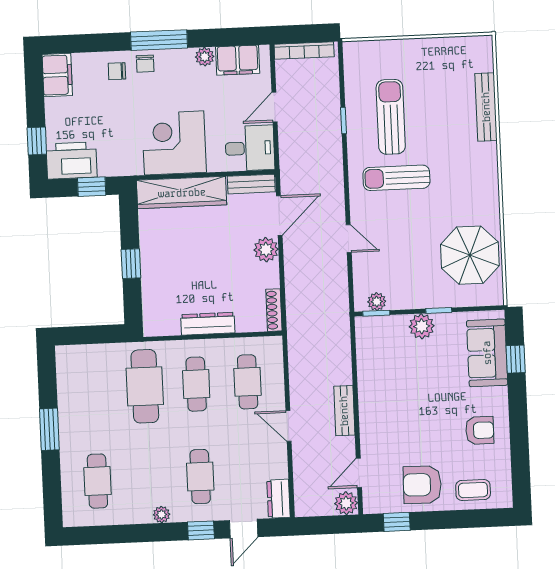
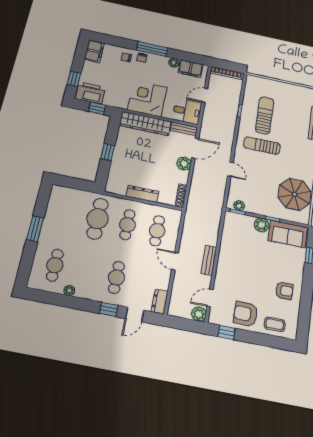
sofa: (487, 353) -> (288, 234), moved, turned -90
plant: (162, 515) -> (69, 291), moved

